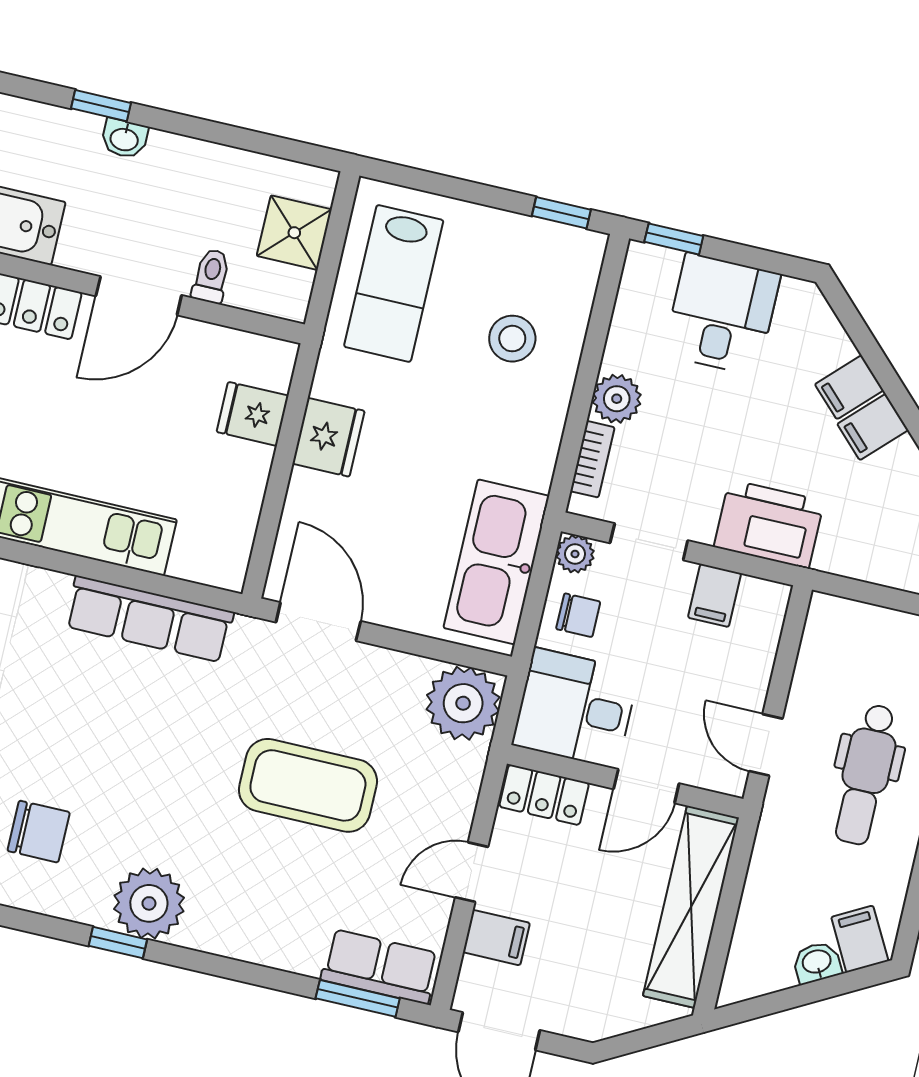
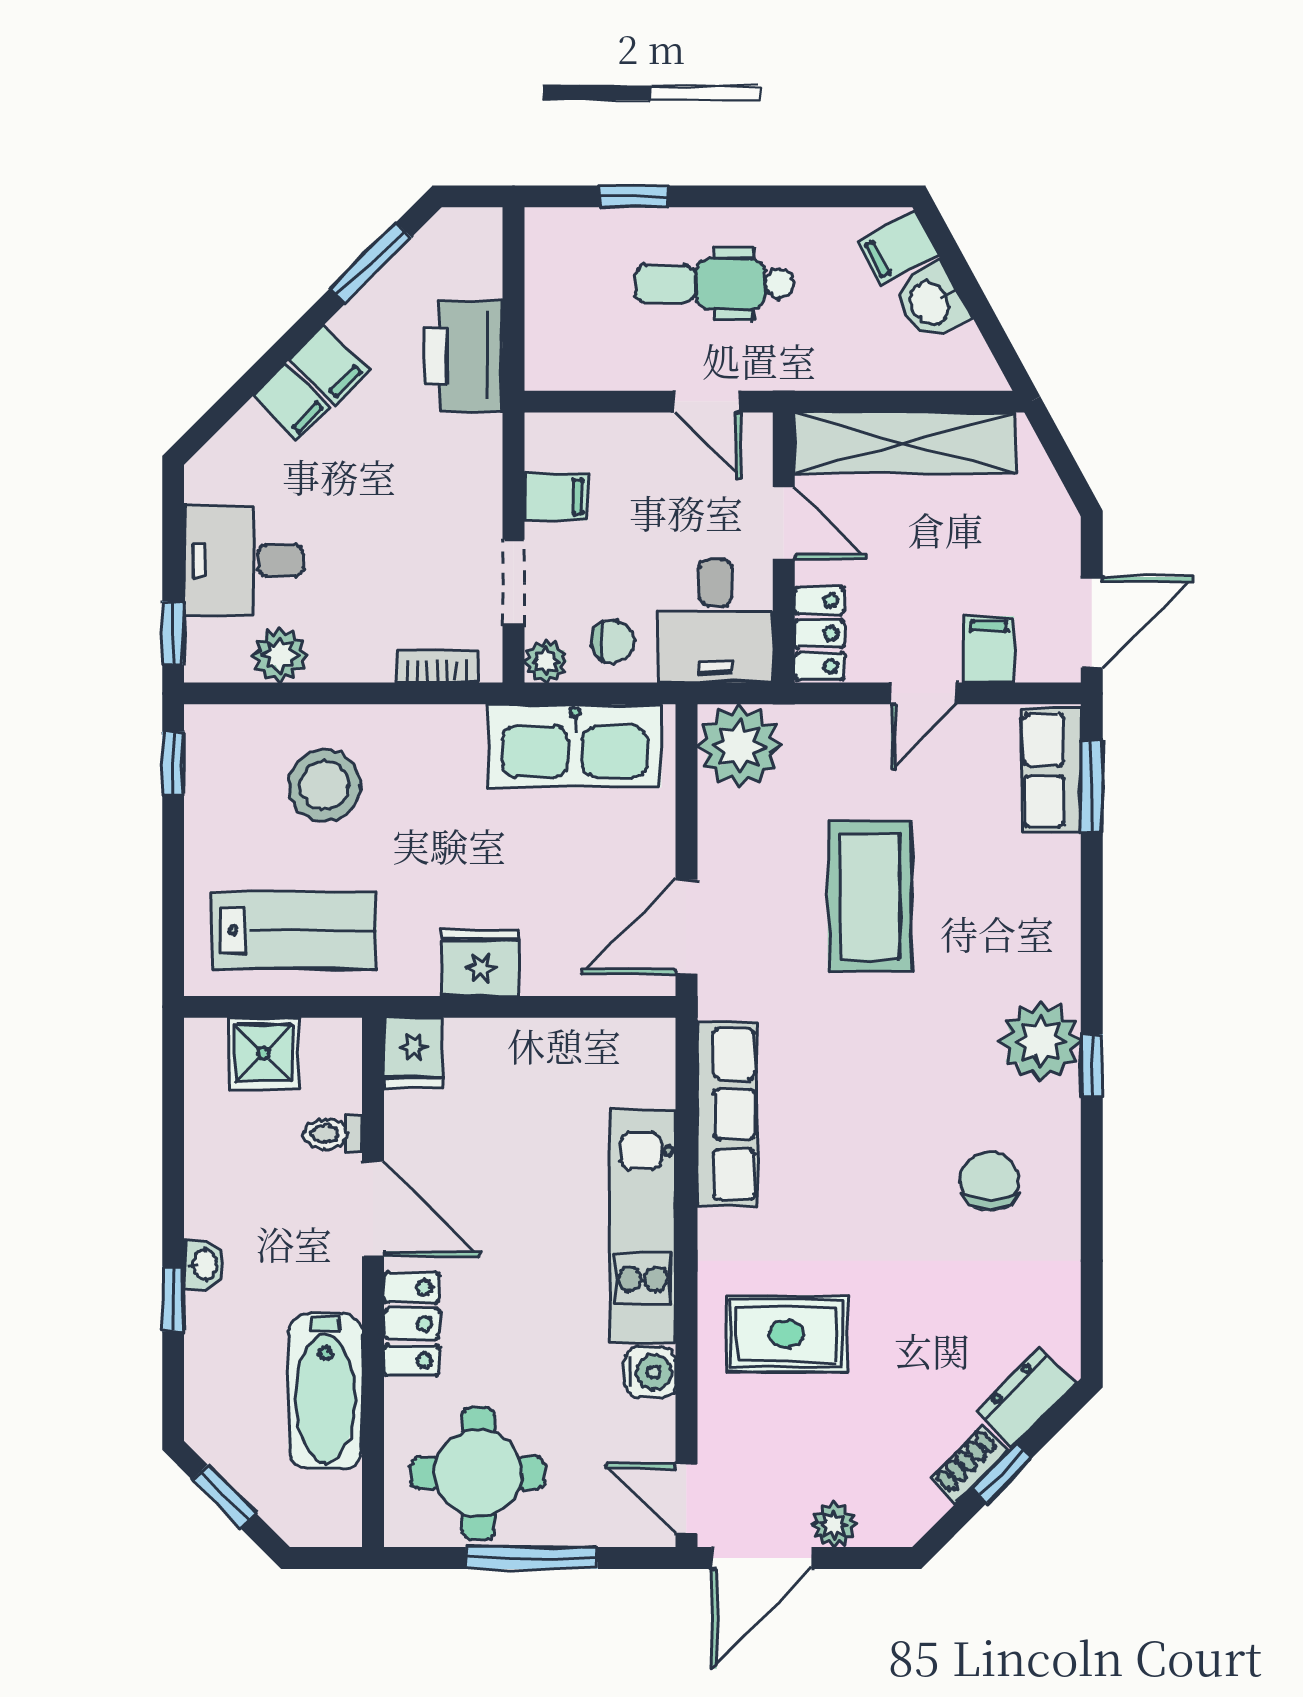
stool: (512, 339) -> (324, 786), width x1.38, depth x1.38
plant: (617, 399) -> (280, 655), moved
fridge: (253, 414) -> (413, 1053), moved
printer: (769, 524) -> (463, 356), moved
chair: (578, 615) -> (613, 642), turned 90
door: (766, 745) -> (707, 402), hinge flipped
dental chair: (866, 774) -> (714, 284), turned 180
door: (472, 872) -> (923, 693), hinge flipped
washbasin: (817, 962) -> (931, 302), width x1.38, depth x1.45

